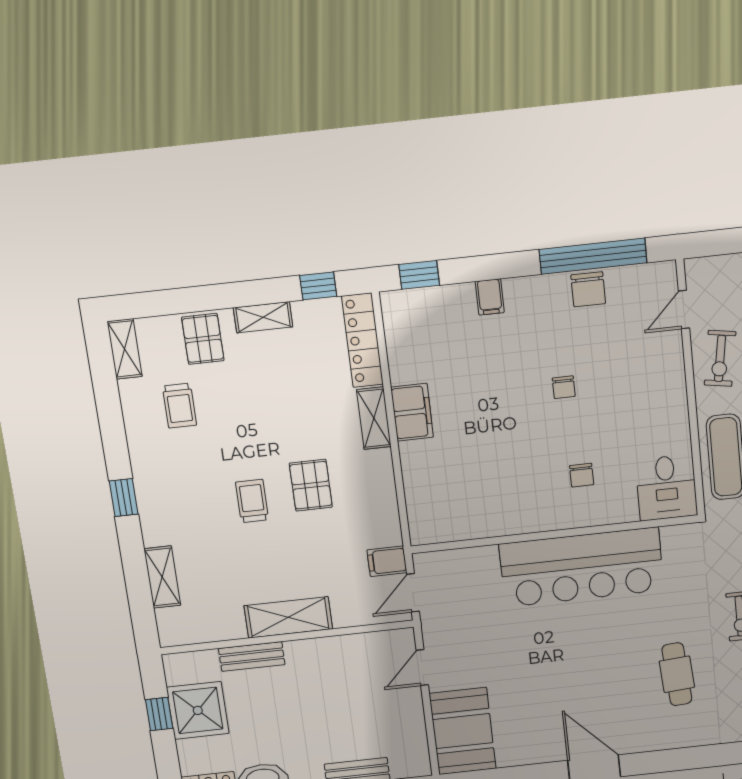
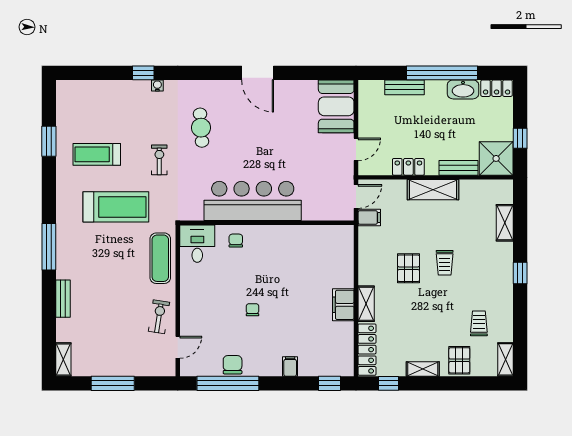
chair: (582, 475) -> (236, 241), moved
locker: (334, 649) -> (408, 167), added
shower: (198, 710) -> (496, 158), moved

